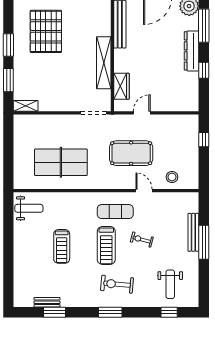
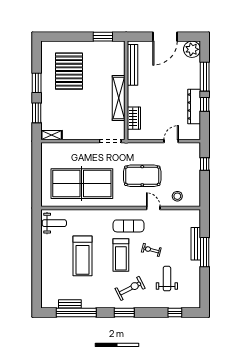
window: (204, 26) -> (205, 77), moved
dresser: (192, 51) -> (194, 107), moved
door: (142, 113) -> (171, 141), moved
table tennis table: (61, 162) -> (82, 184), width x1.36, depth x1.32
treadmill: (62, 246) -> (82, 256), width x1.37, depth x1.38
exercise bike: (117, 284) -> (130, 288), turned 148
weight bench: (170, 284) -> (167, 279), moved, turned 180
window: (54, 312) -> (76, 312), width x2.11

